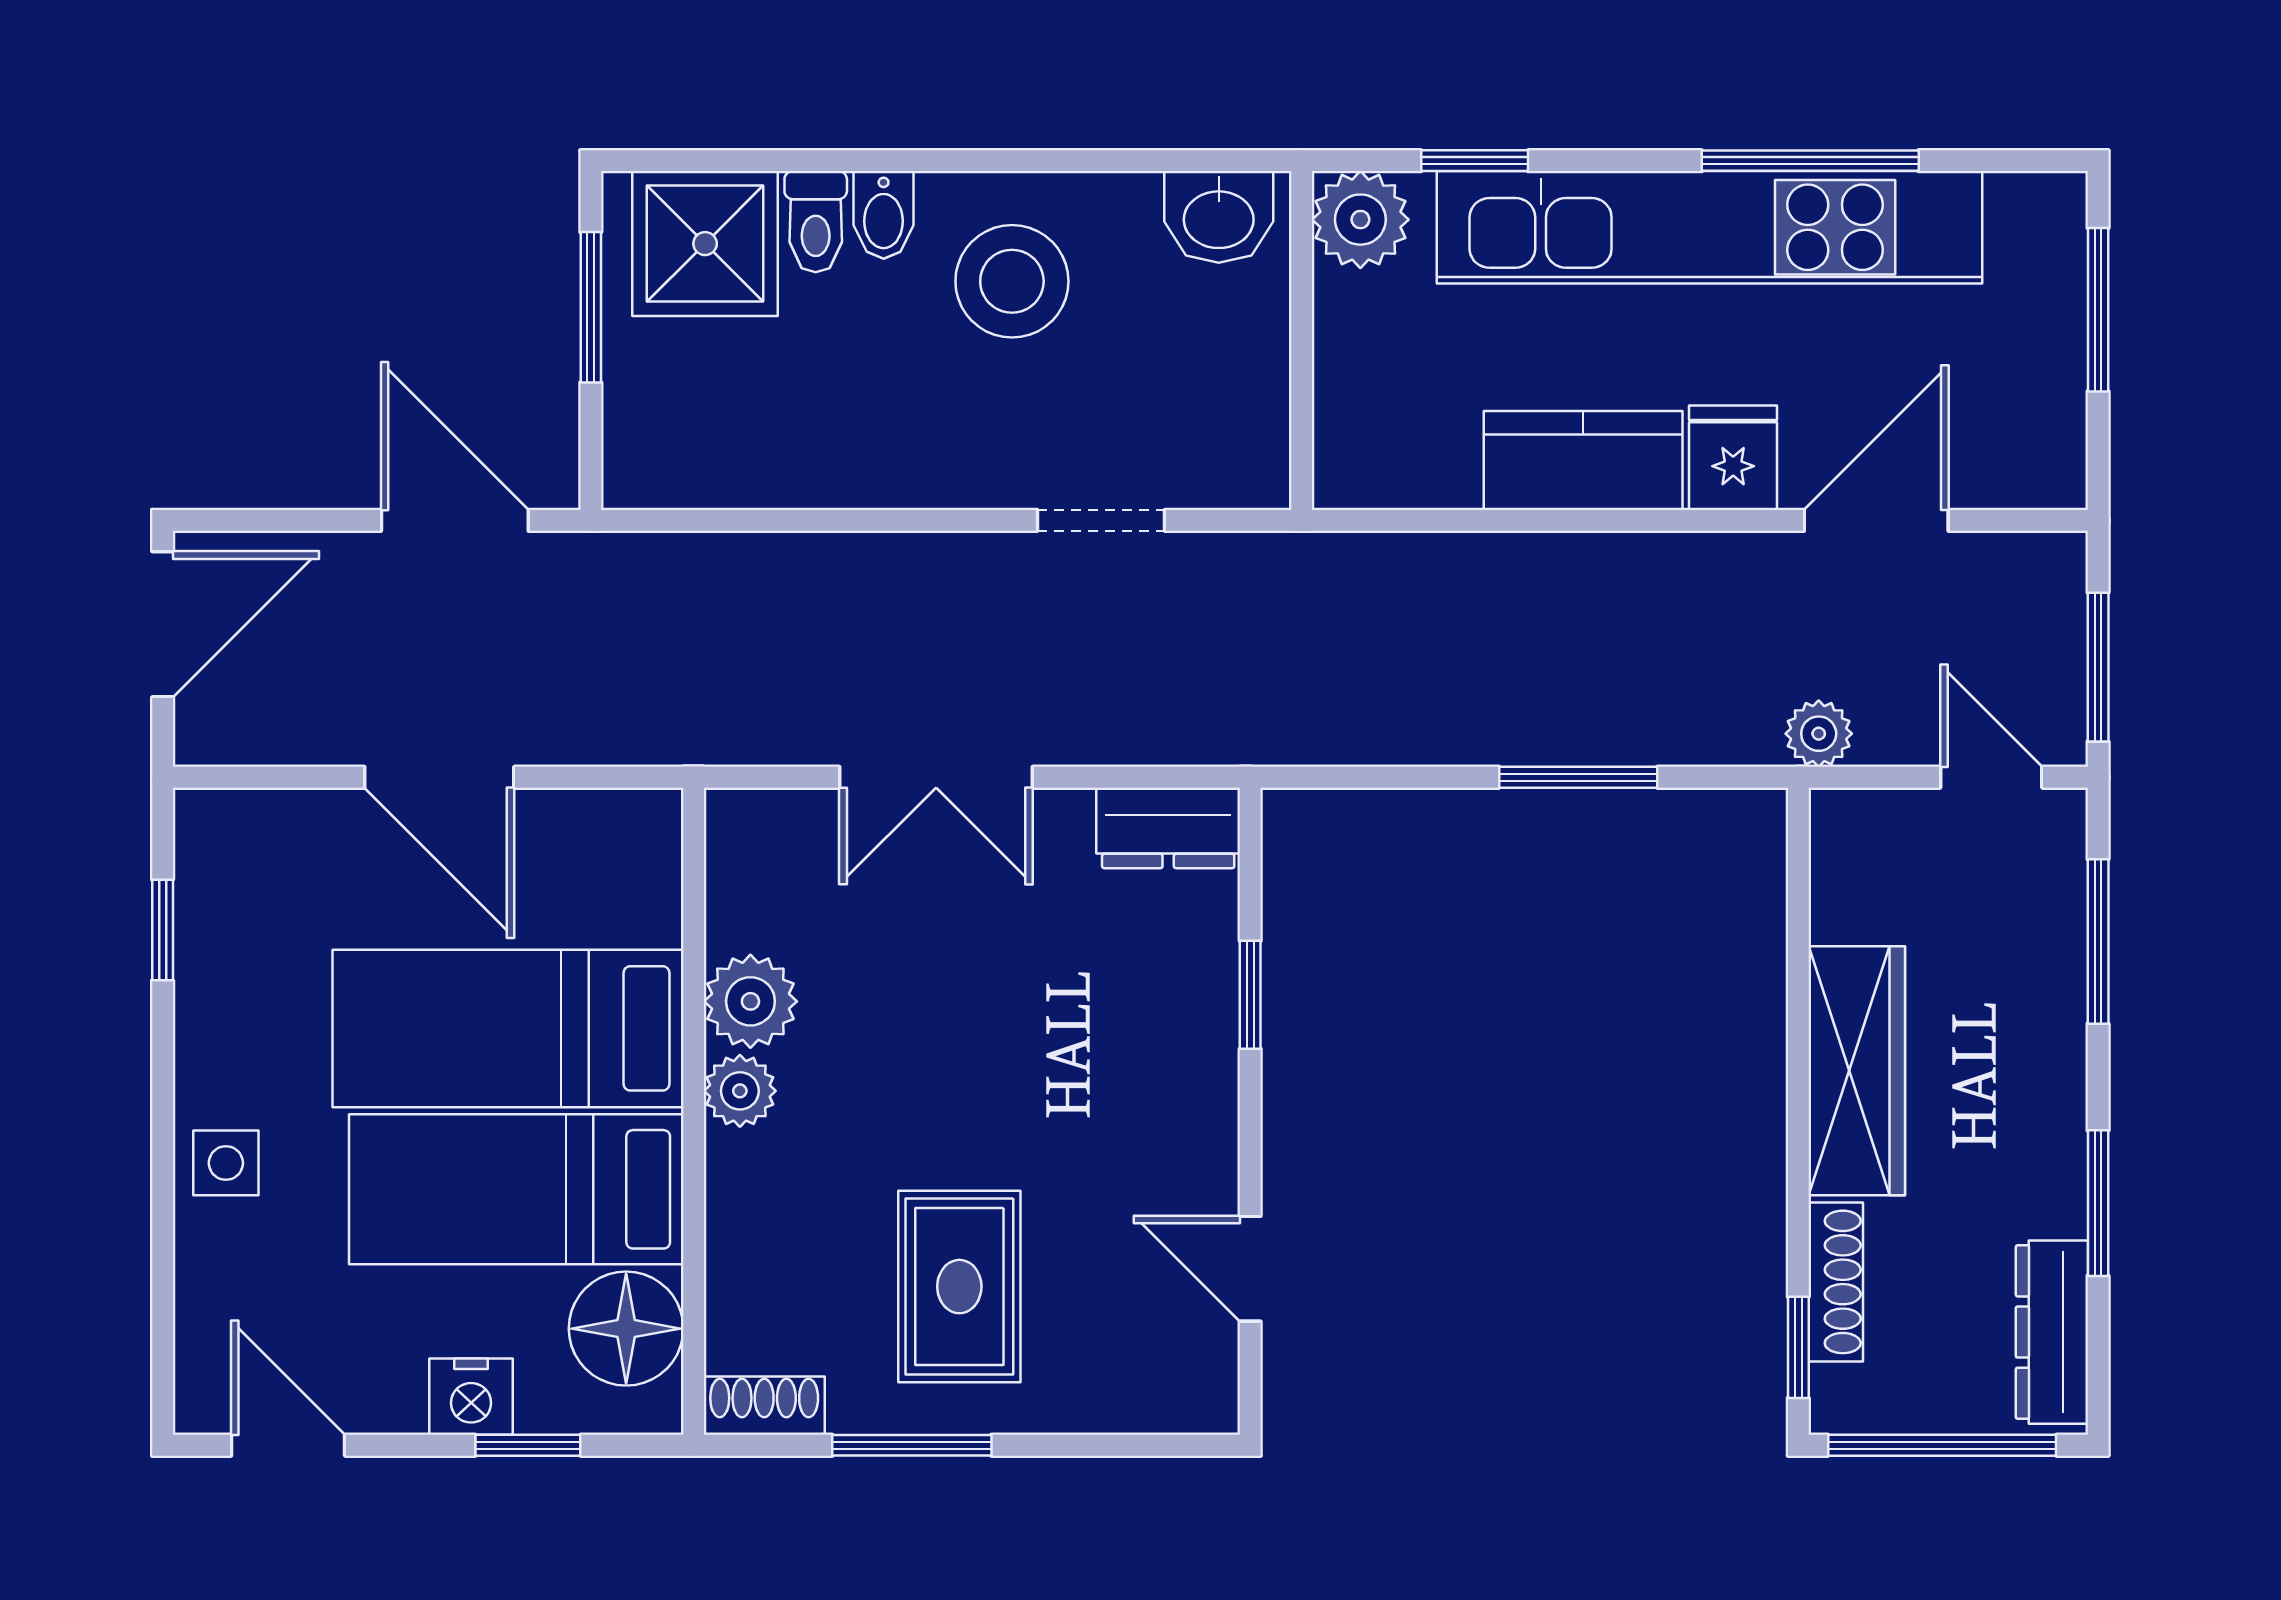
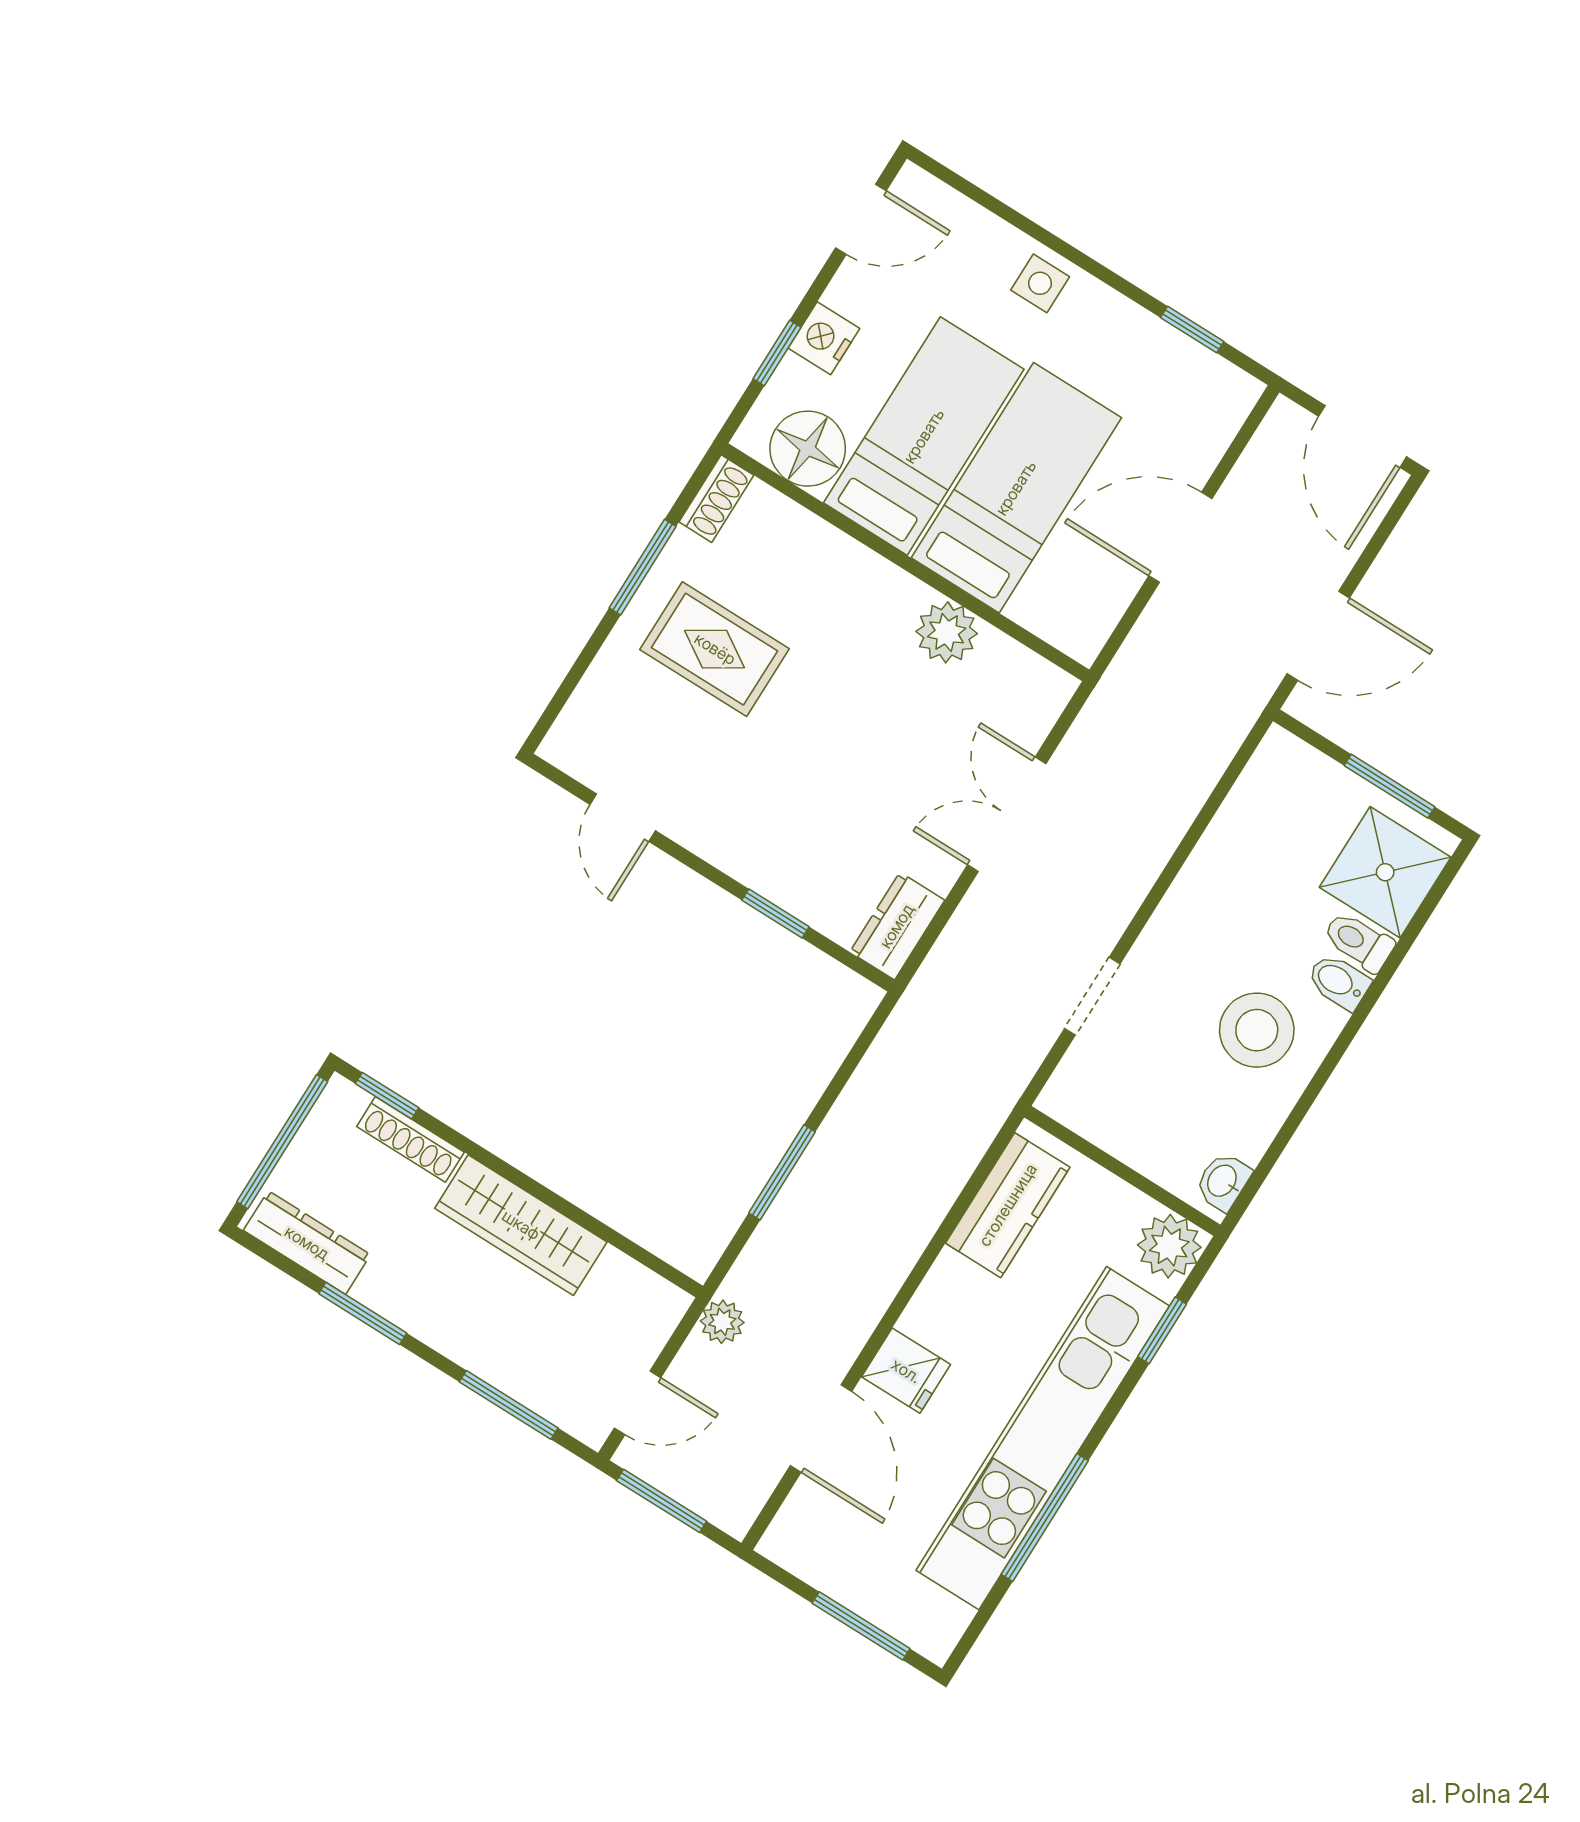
washbasin: (1219, 217) -> (1223, 1181), width x0.72, depth x0.69
kitchen counter: (1583, 460) -> (1008, 1205), moved
plant: (740, 1091) -> (900, 595), removed
door: (1250, 1269) -> (623, 818), swing flipped

